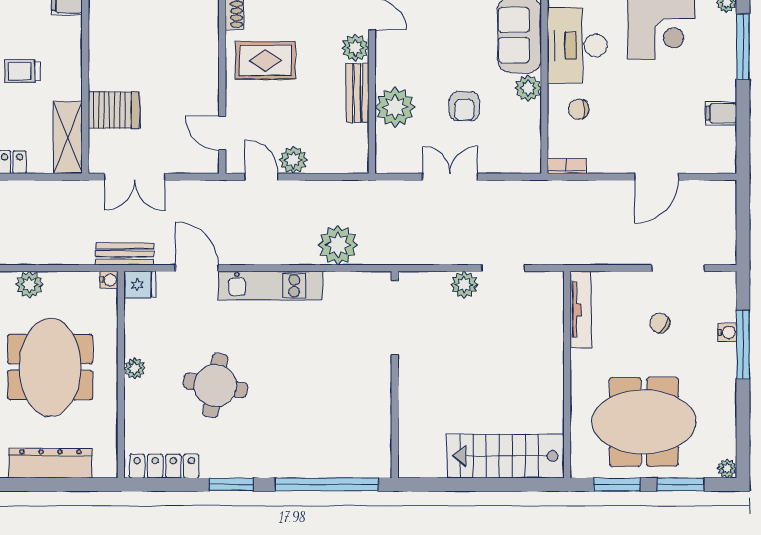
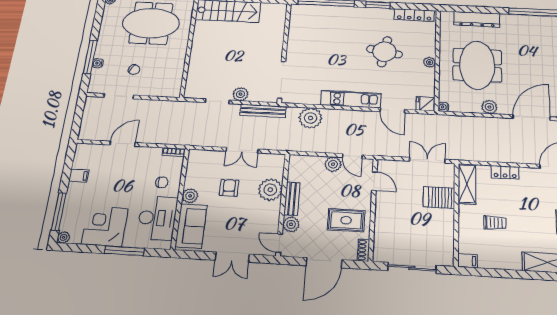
bench: (125, 254) -> (263, 111), moved, width x1.36
tv unit: (581, 310) -> (177, 78), removed

